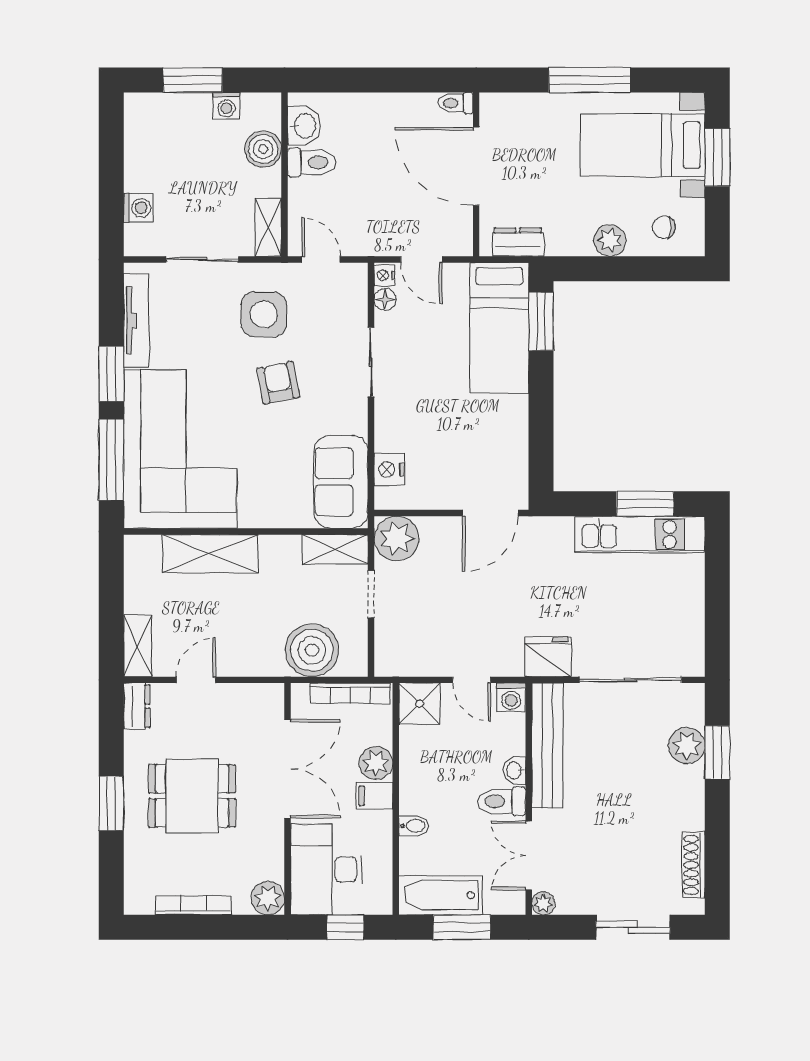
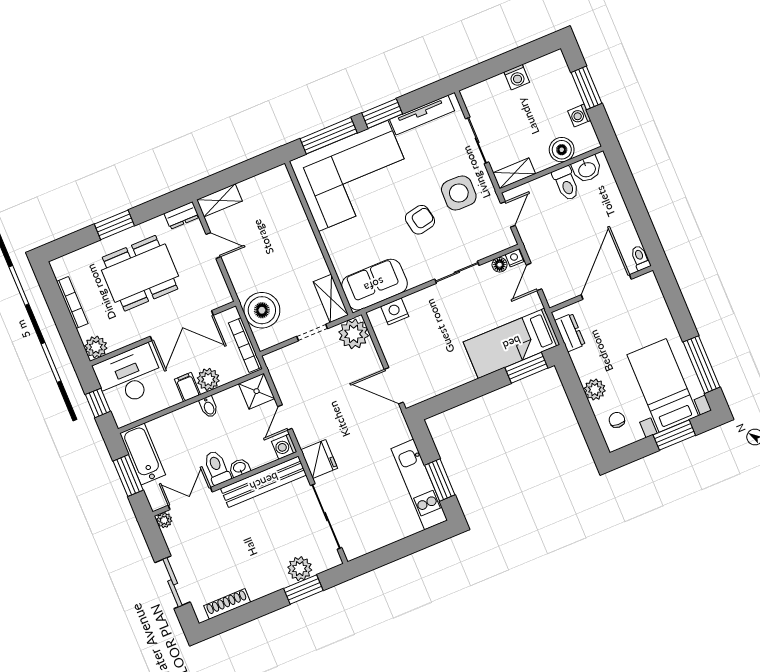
window: (590, 80) -> (702, 365), moved
washing machine: (138, 208) -> (517, 77), moved
shelving: (210, 554) -> (296, 222), removed
dining table: (192, 796) -> (140, 273), width x1.38
bidet: (414, 826) -> (209, 407), moved

